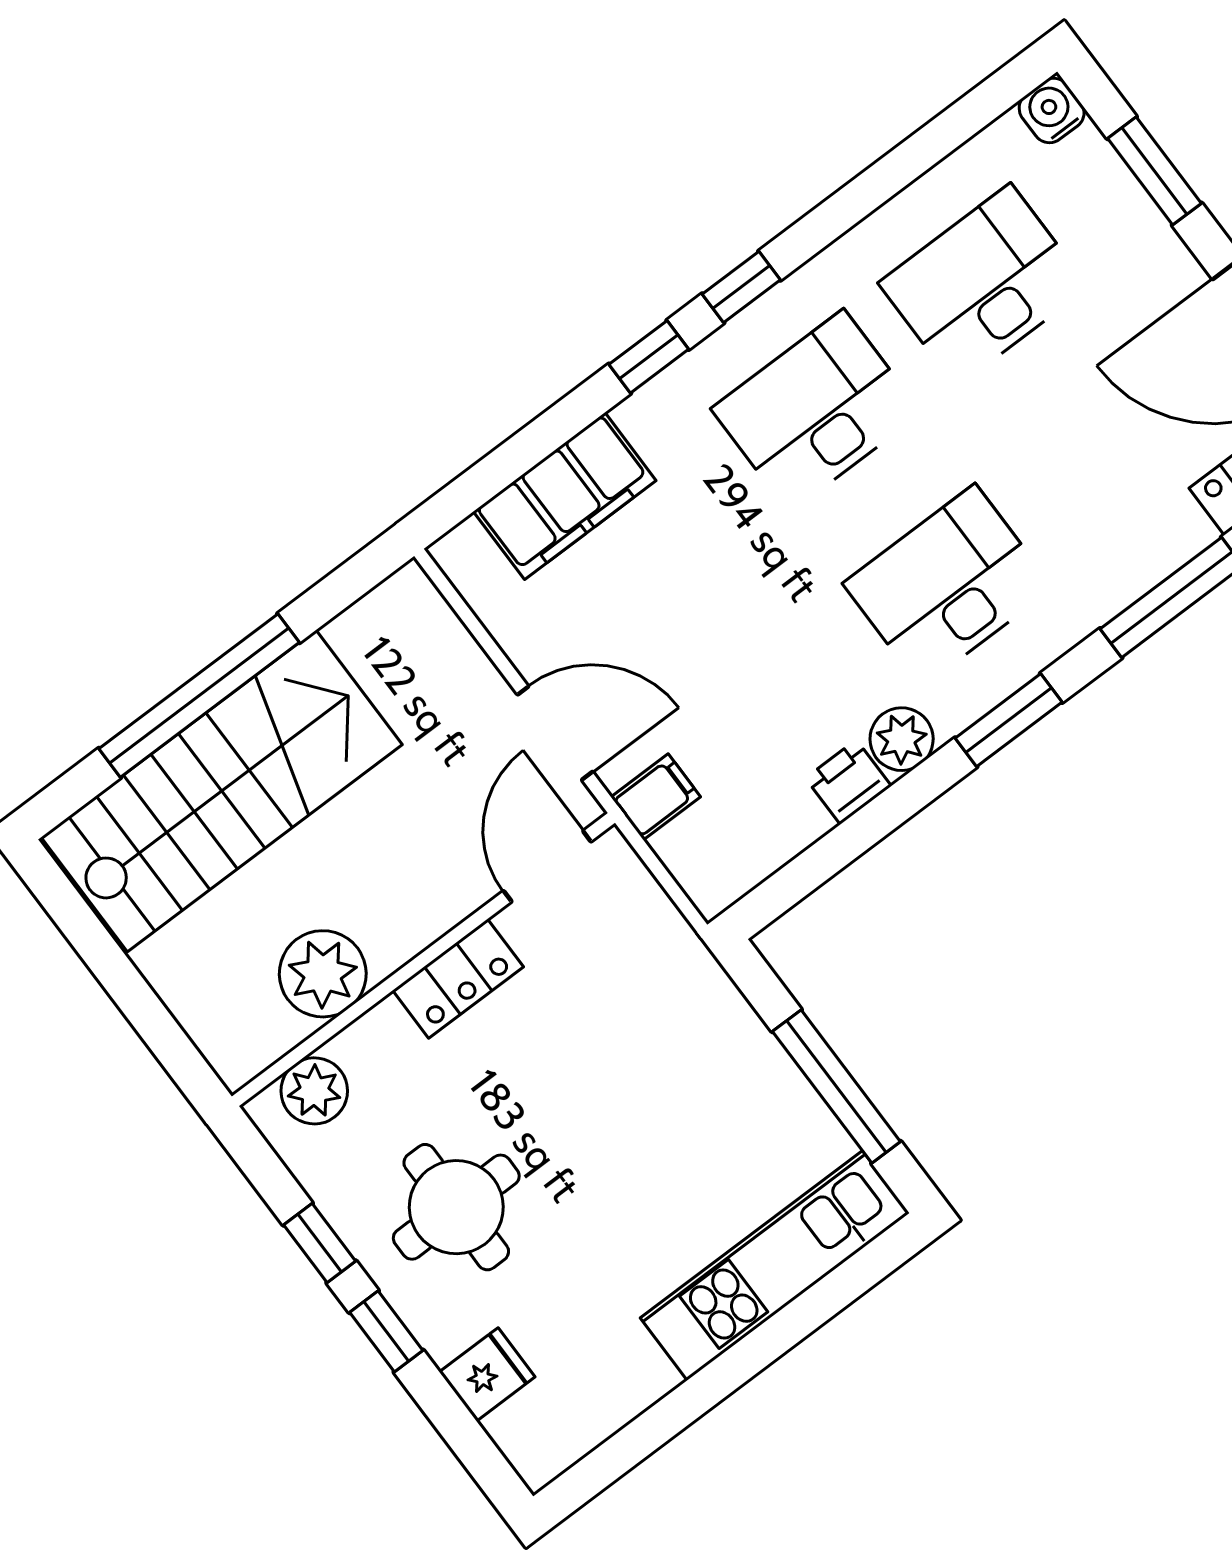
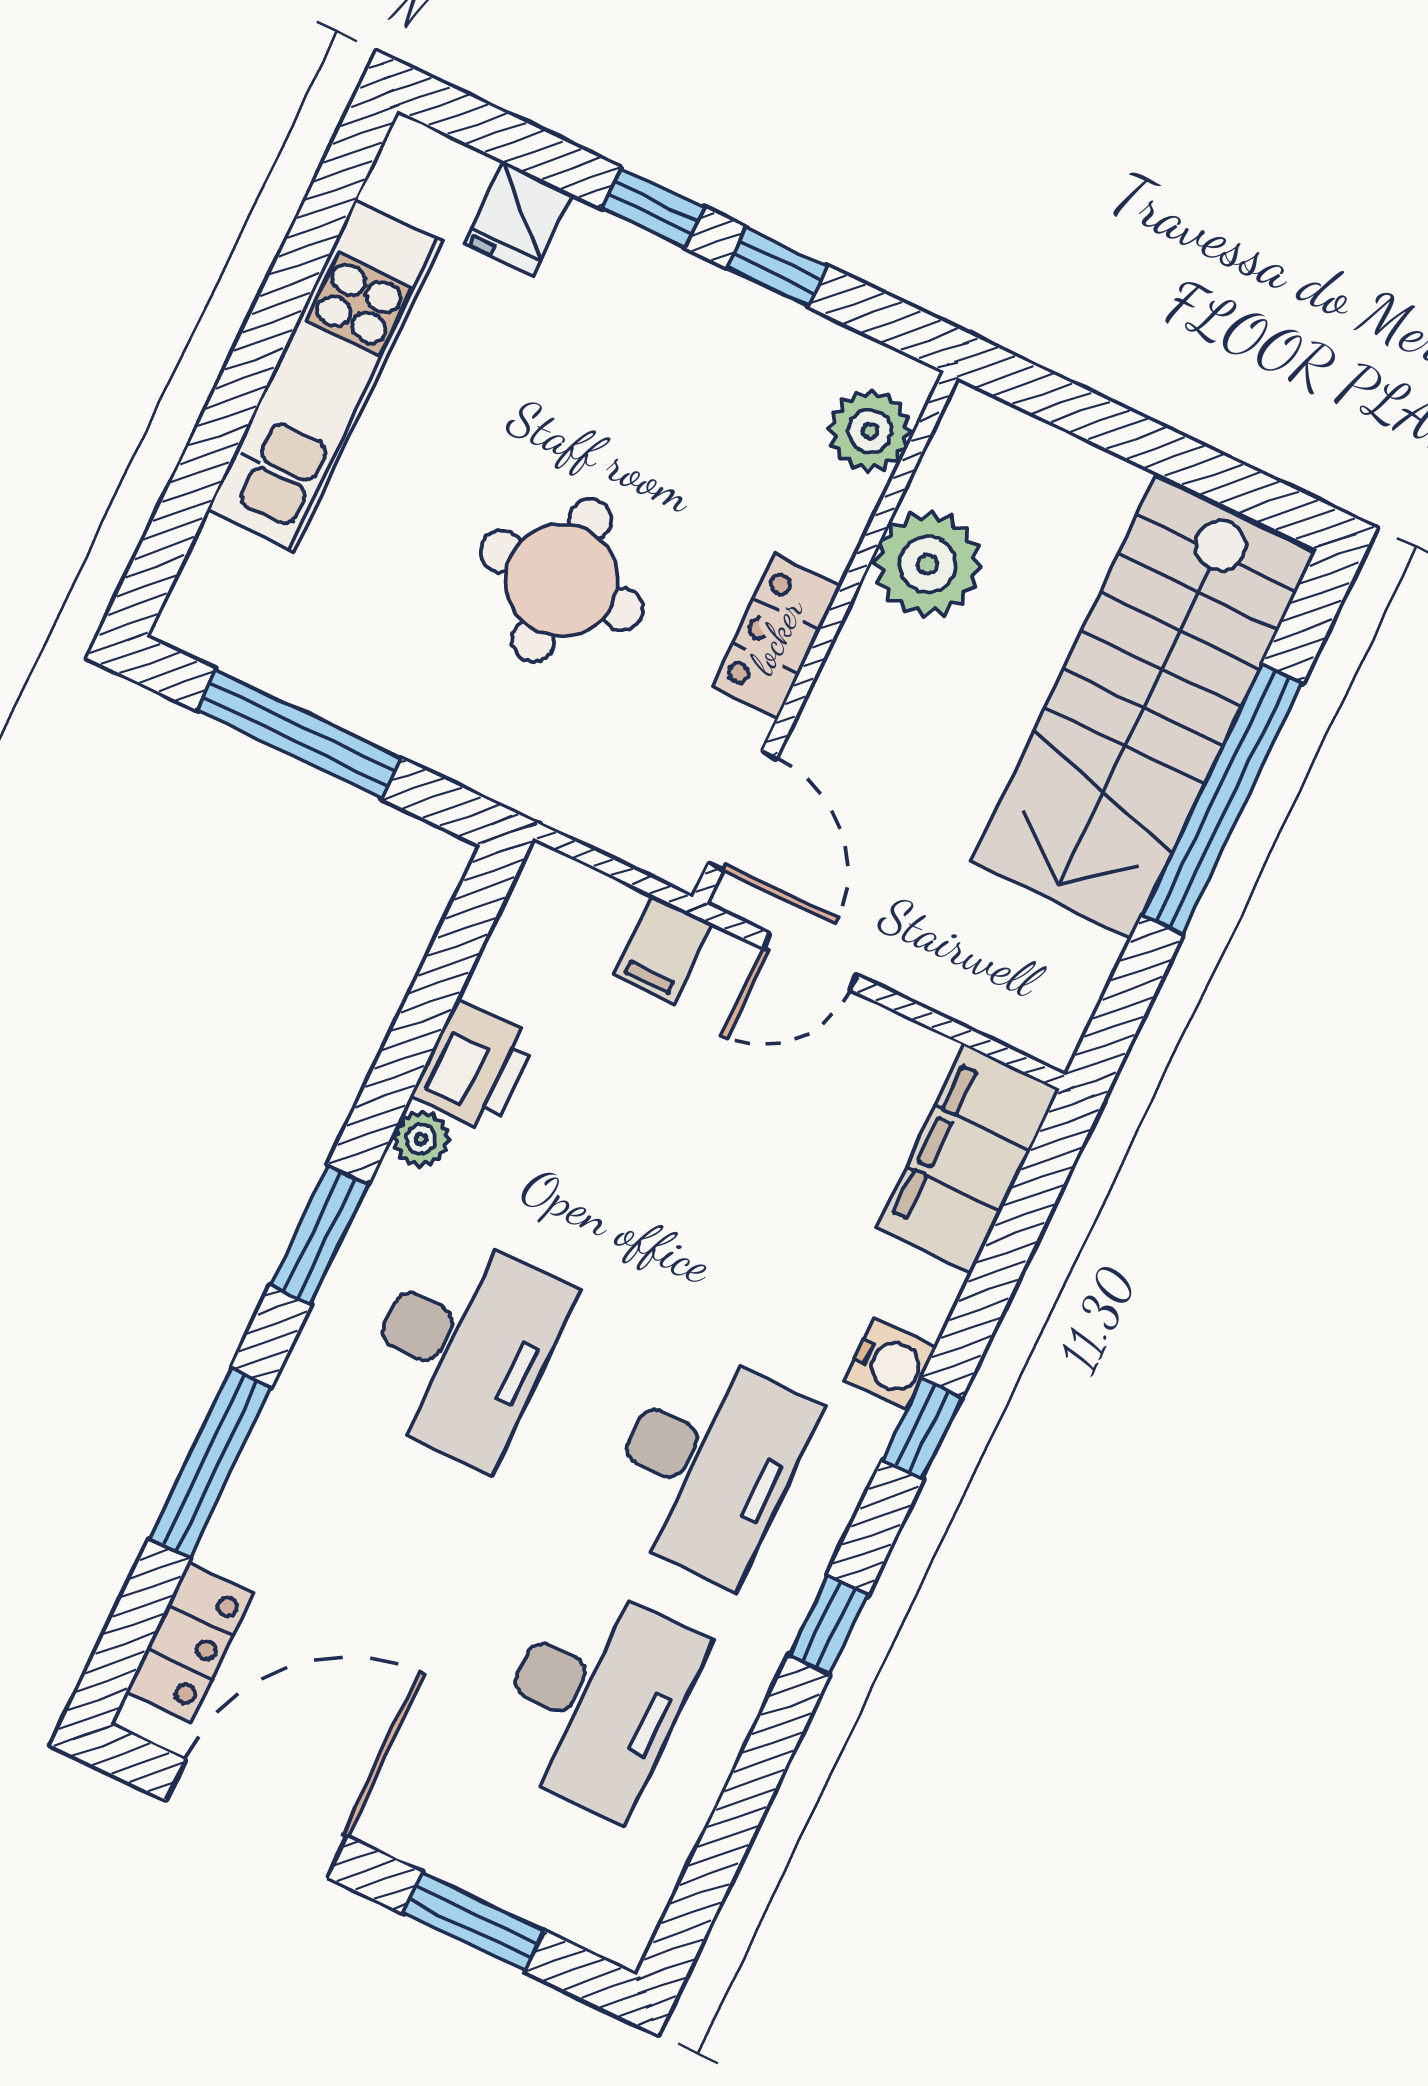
water cooler: (1052, 110) -> (890, 1364), moved
window: (741, 287) -> (829, 1625), moved
filing cabinet: (565, 496) -> (968, 1158), moved
door: (555, 733) -> (810, 962), width x0.73
plant: (902, 739) -> (421, 1139), width x0.73, depth x0.73
printer: (848, 782) -> (474, 1066), width x1.36, depth x1.24
round table: (456, 1207) -> (562, 580), moved
kitchen unit: (775, 1266) -> (325, 376), moved

